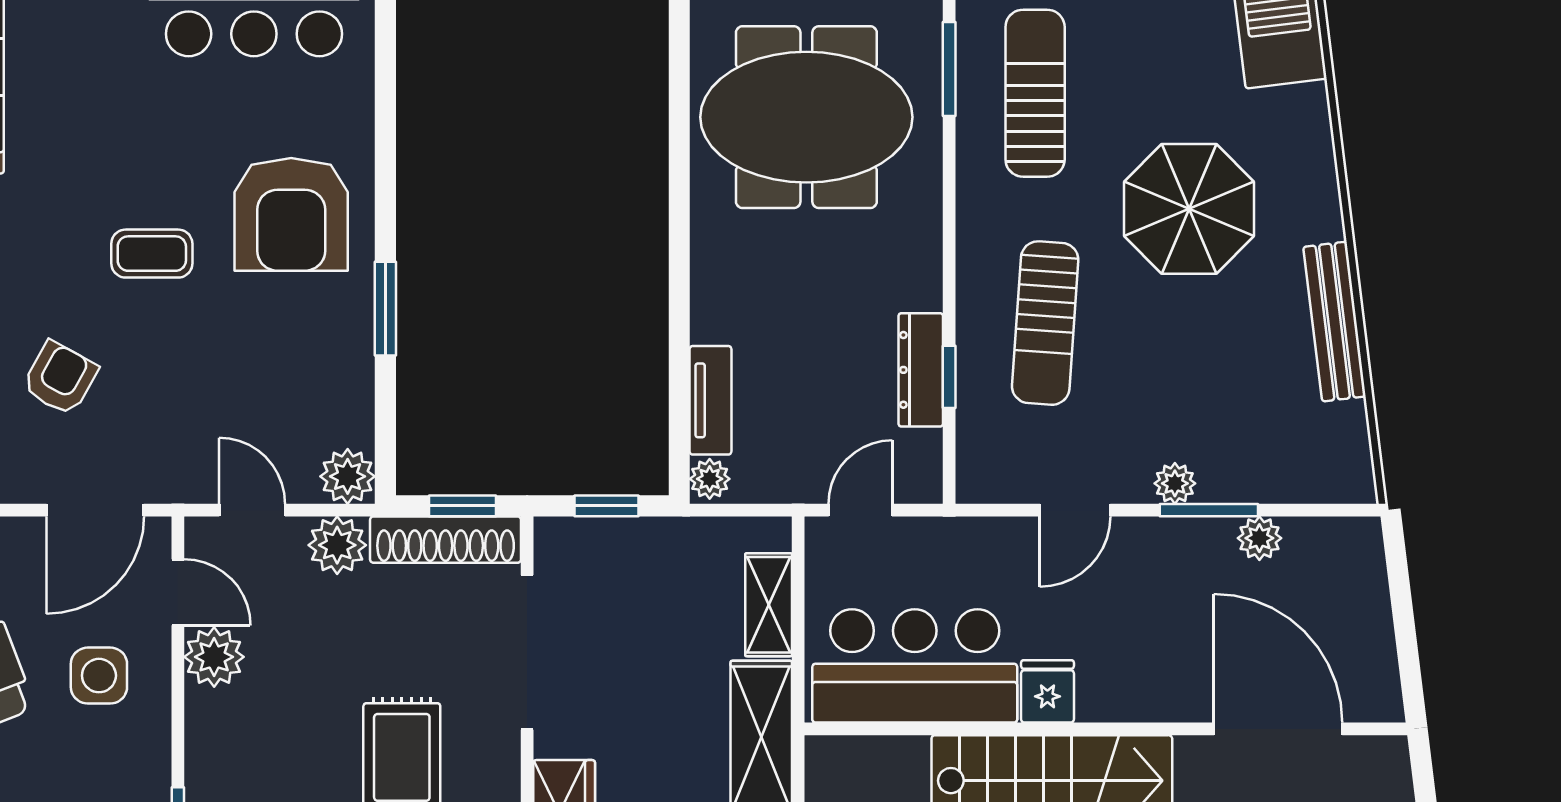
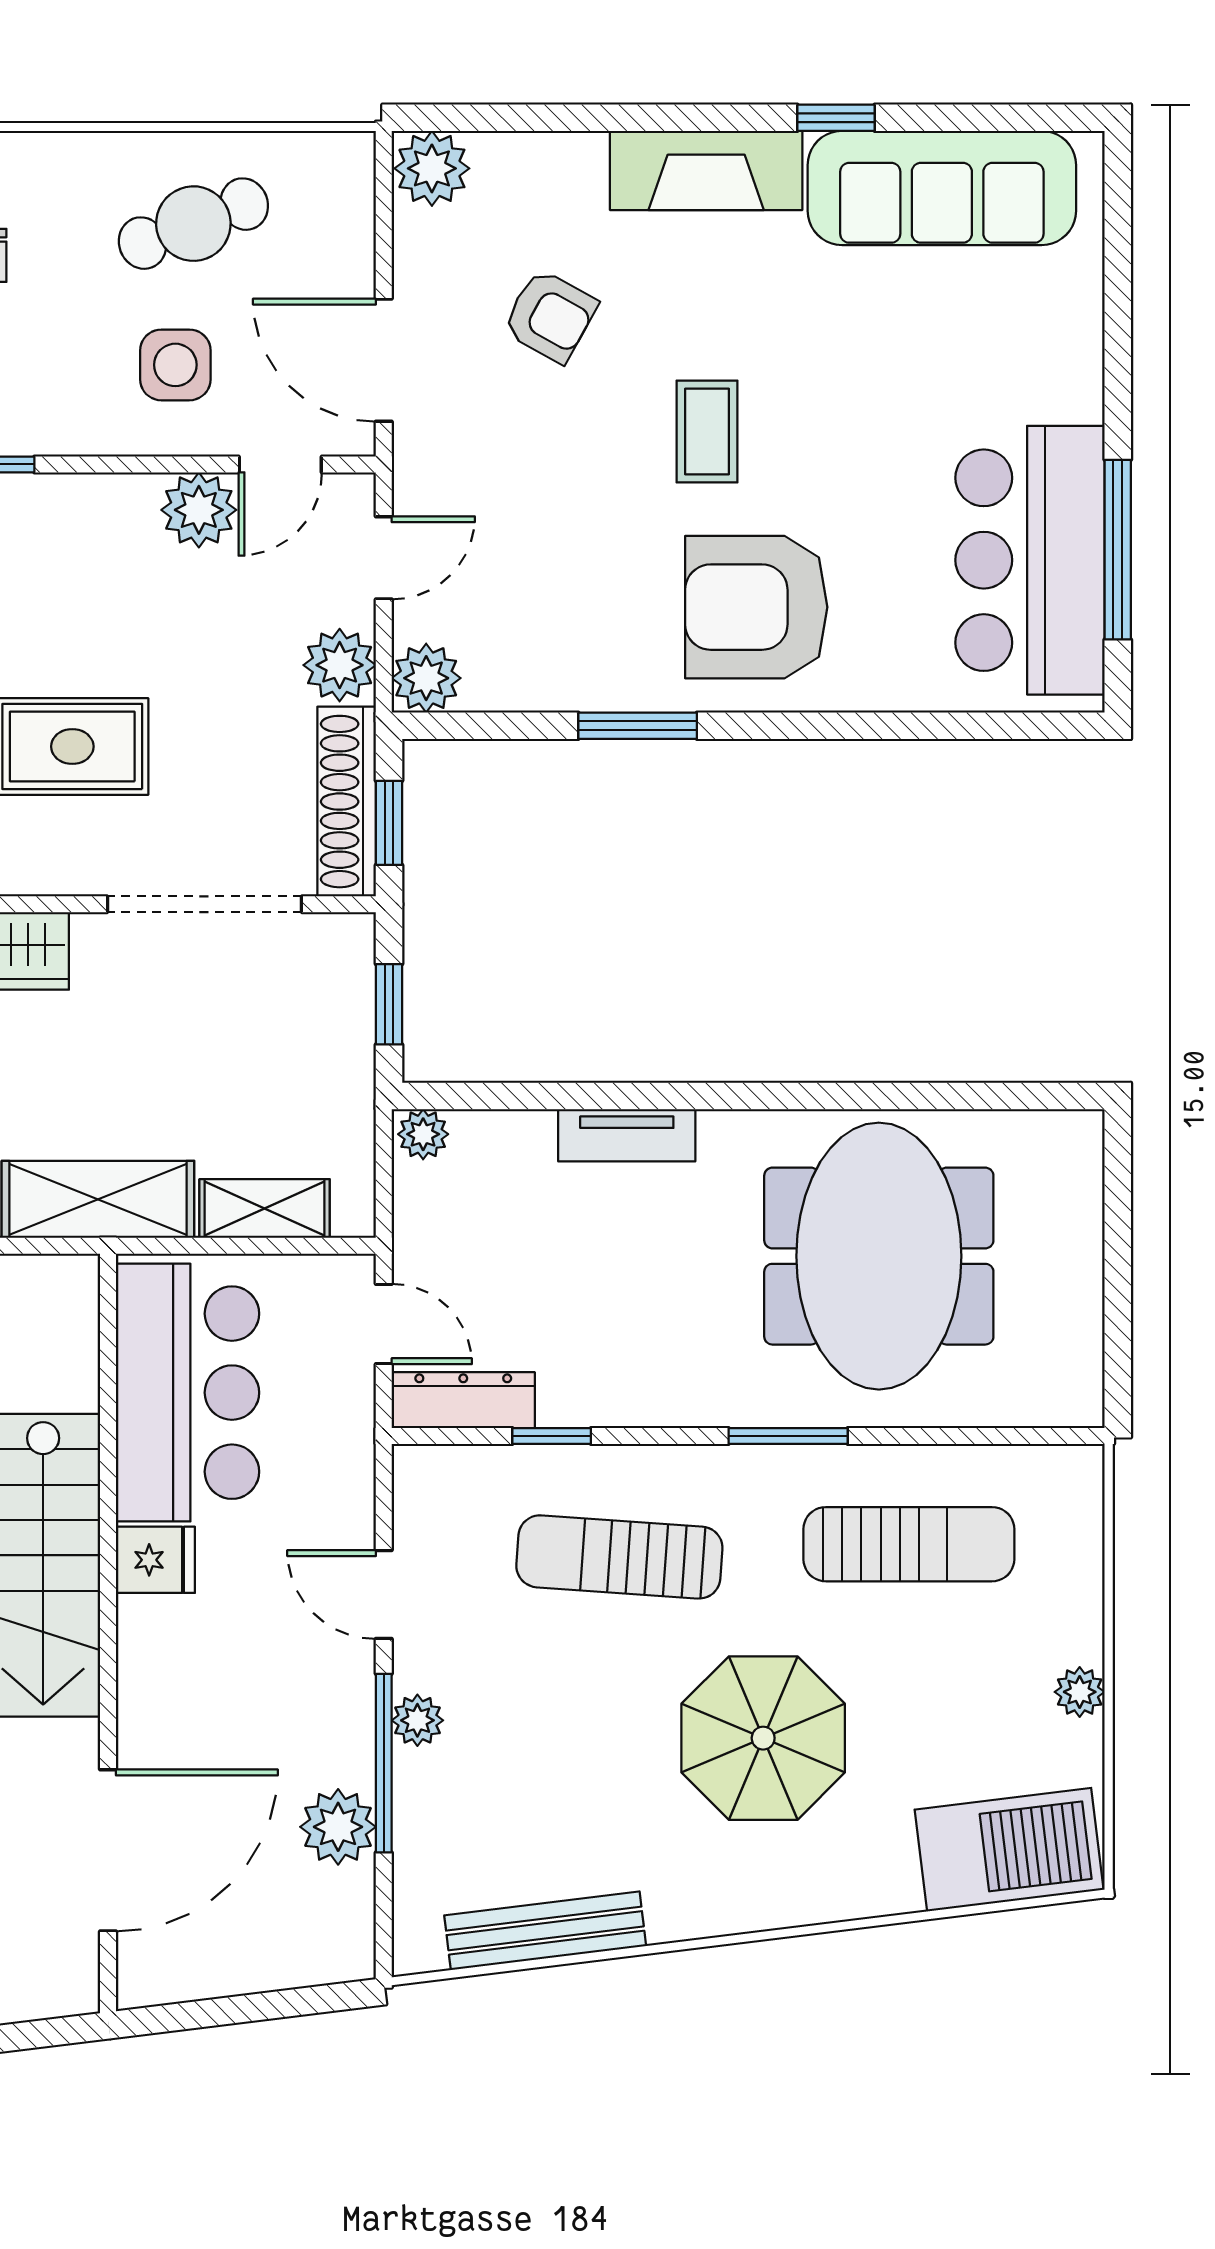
window: (949, 69) -> (788, 1436), moved
bench: (1334, 322) -> (545, 1931), moved
dresser: (921, 370) -> (463, 1400), moved
tv unit: (710, 400) -> (627, 1135), moved
window: (1209, 510) -> (384, 1763), width x1.44
plant: (1259, 538) -> (338, 1827), width x1.38, depth x1.38

